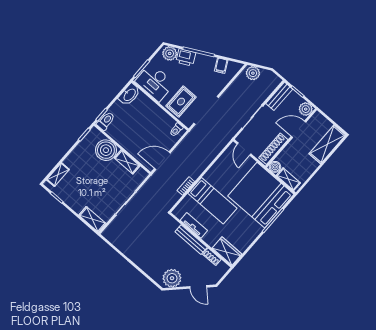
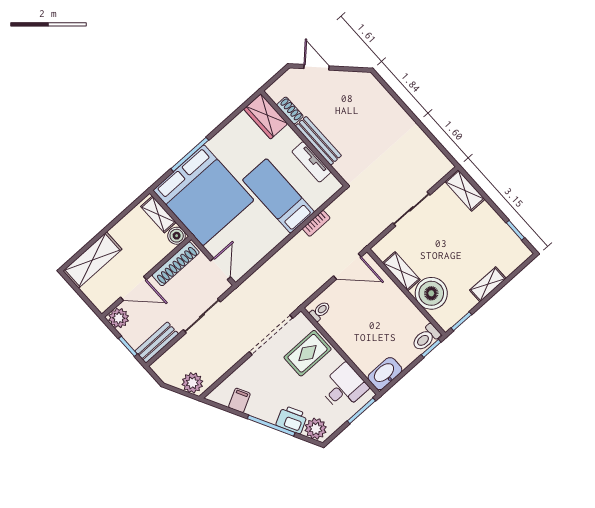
desk: (155, 82) -> (344, 387), width x0.73
shelving: (58, 175) -> (488, 284), moved
plant: (172, 278) -> (355, 85), removed

